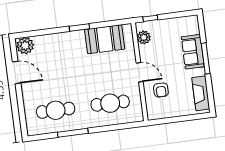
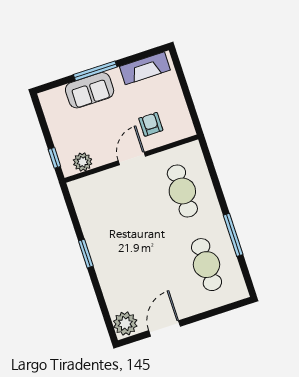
booth: (105, 39) -> (95, 215), removed
armchair: (161, 90) -> (151, 124), turned -90

